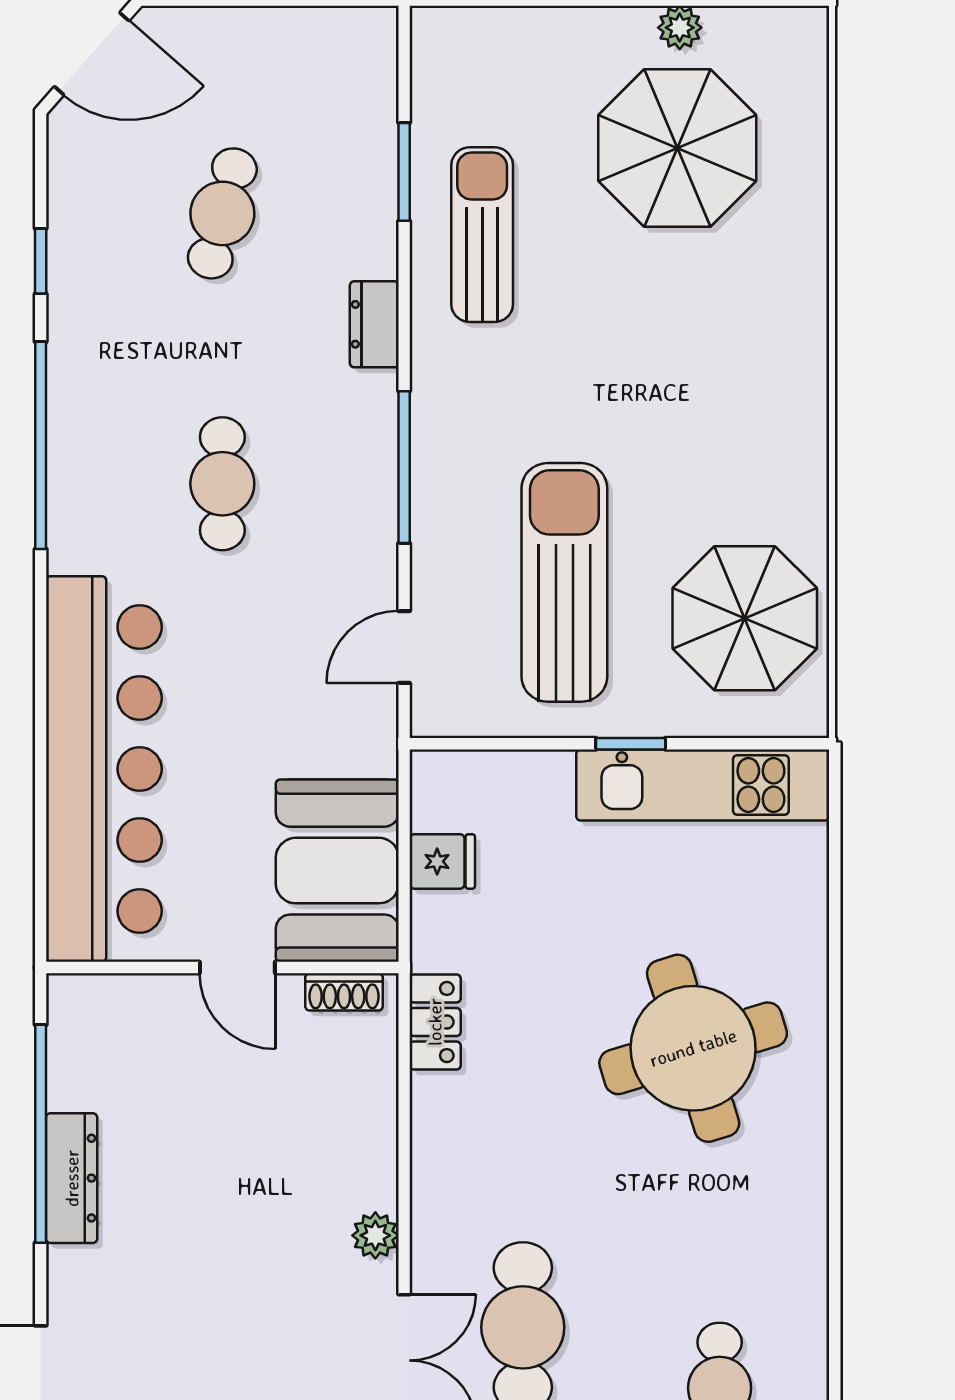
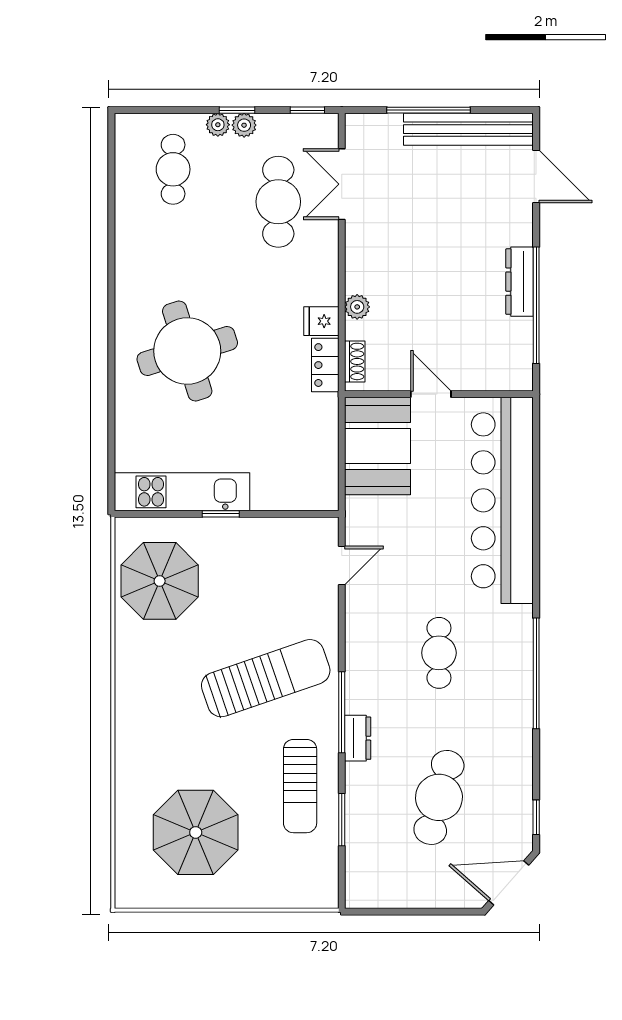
plant: (680, 28) -> (194, 897), removed
cafe table: (222, 213) -> (439, 797), width x1.37, depth x1.35
window: (41, 261) -> (536, 817), moved
window: (404, 467) -> (342, 712), moved
sun lounger: (564, 582) -> (266, 678), moved, turned -109
fridge: (442, 861) -> (321, 321), moved
shoe rack: (344, 992) -> (355, 361), moved, turned 90
plant: (375, 1235) -> (357, 307), moved

